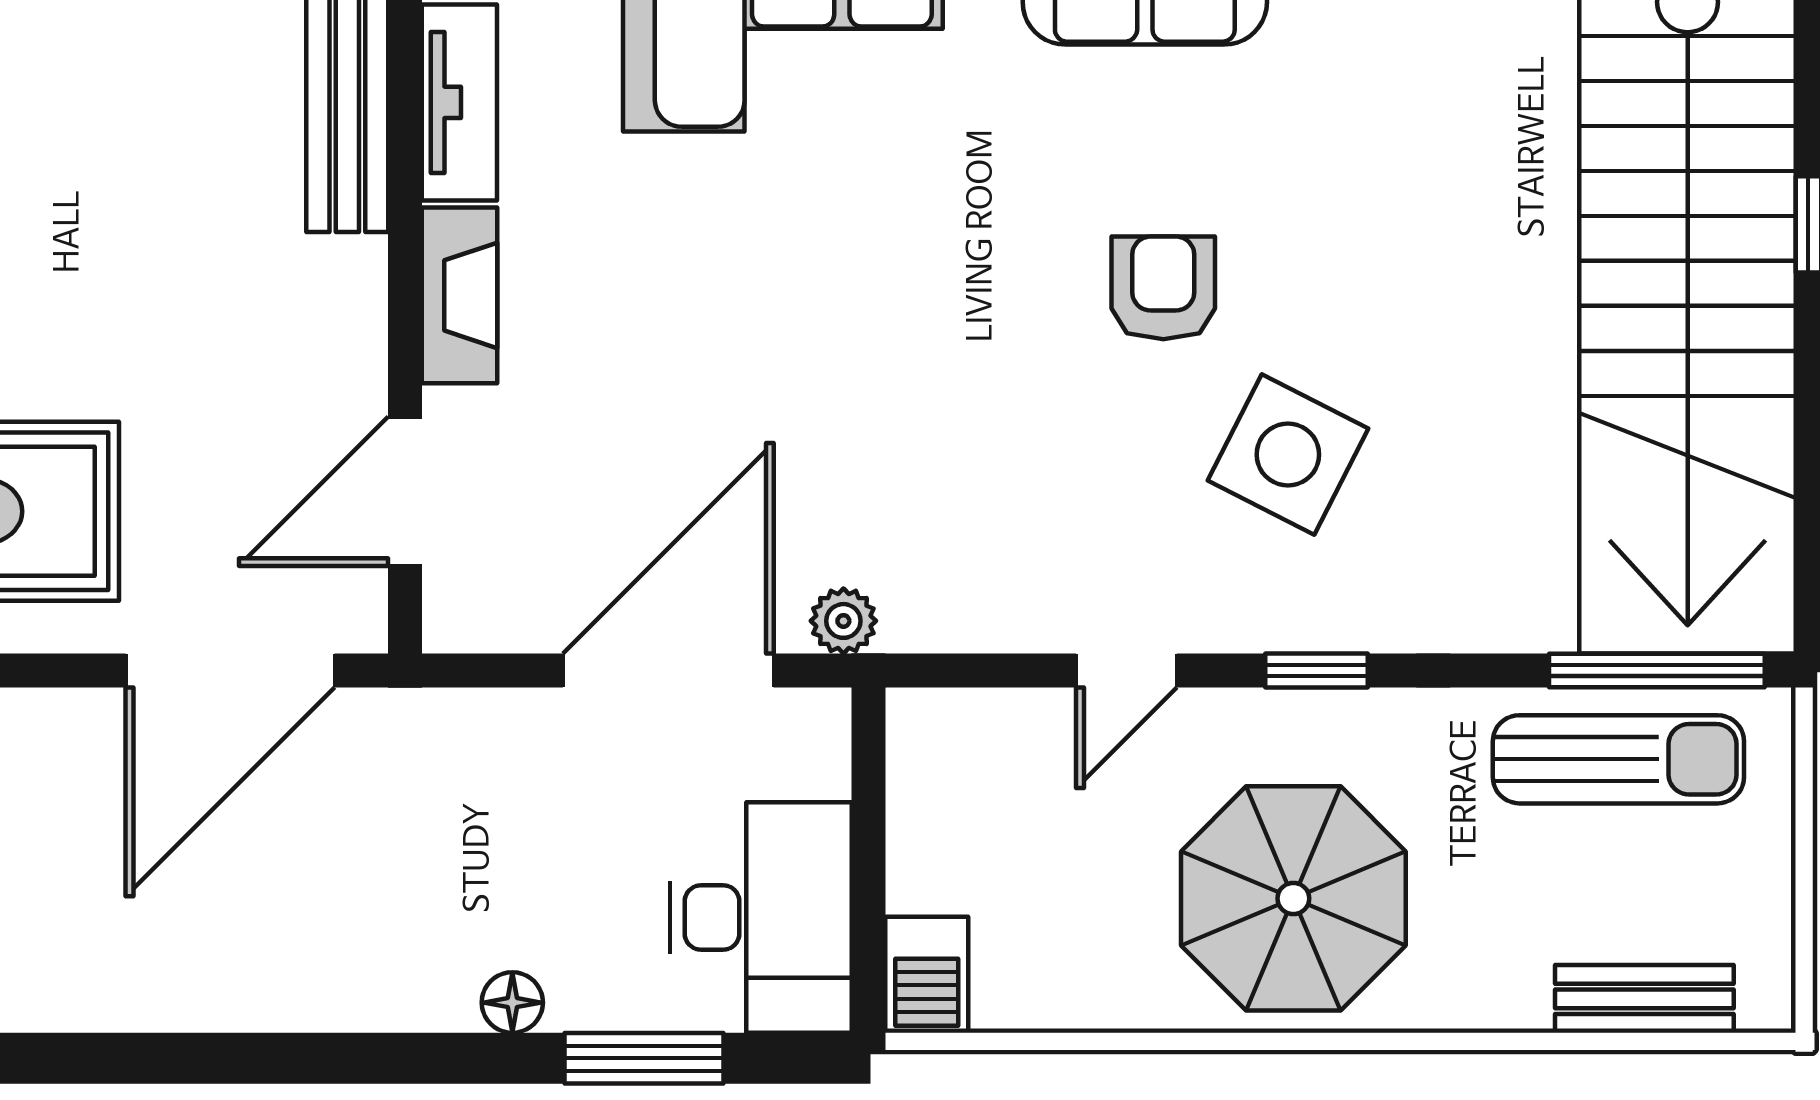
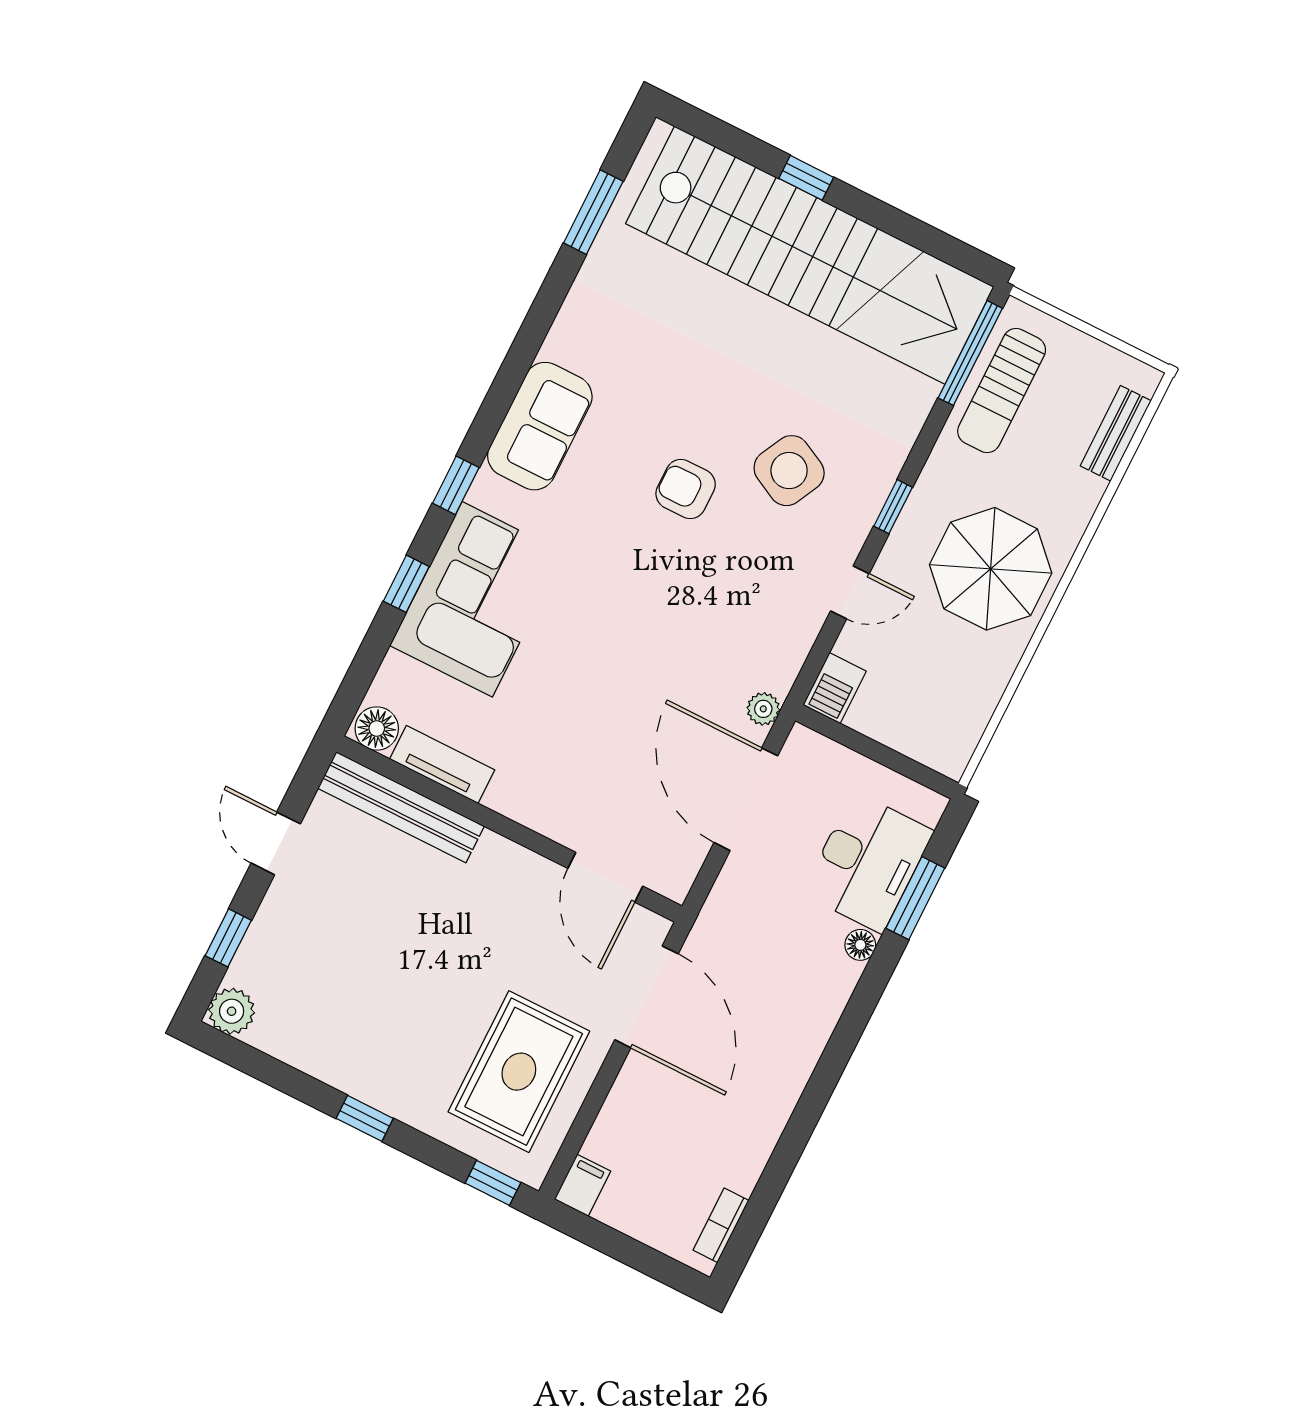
fireplace: (460, 295) -> (529, 808), removed
door: (1127, 671) -> (850, 592), hinge flipped
sun lounger: (1618, 759) -> (1002, 391), turned 180
desk: (761, 917) -> (868, 862), moved, turned 90
barbecue: (927, 975) -> (835, 688), moved, turned 90

